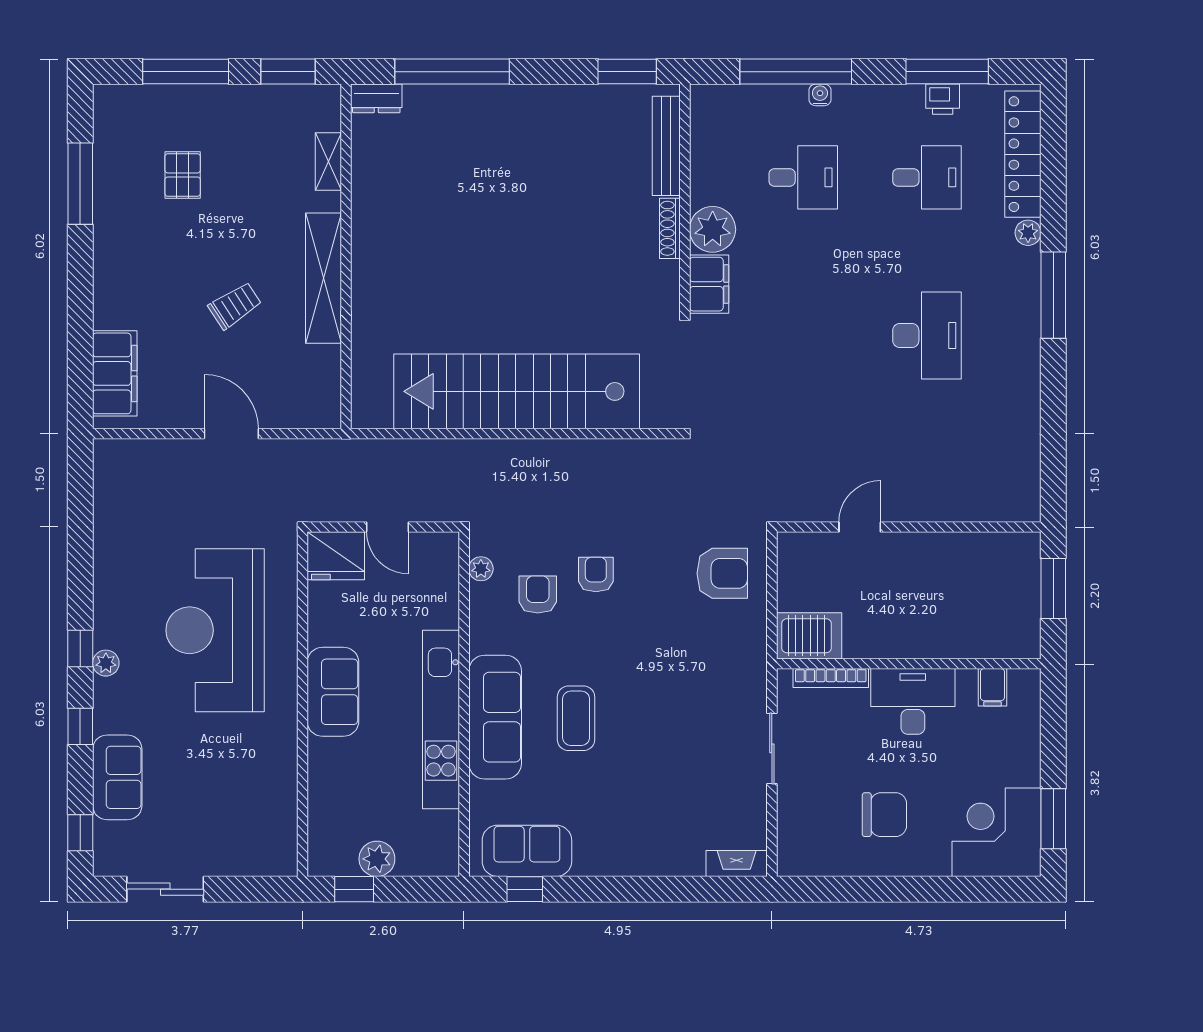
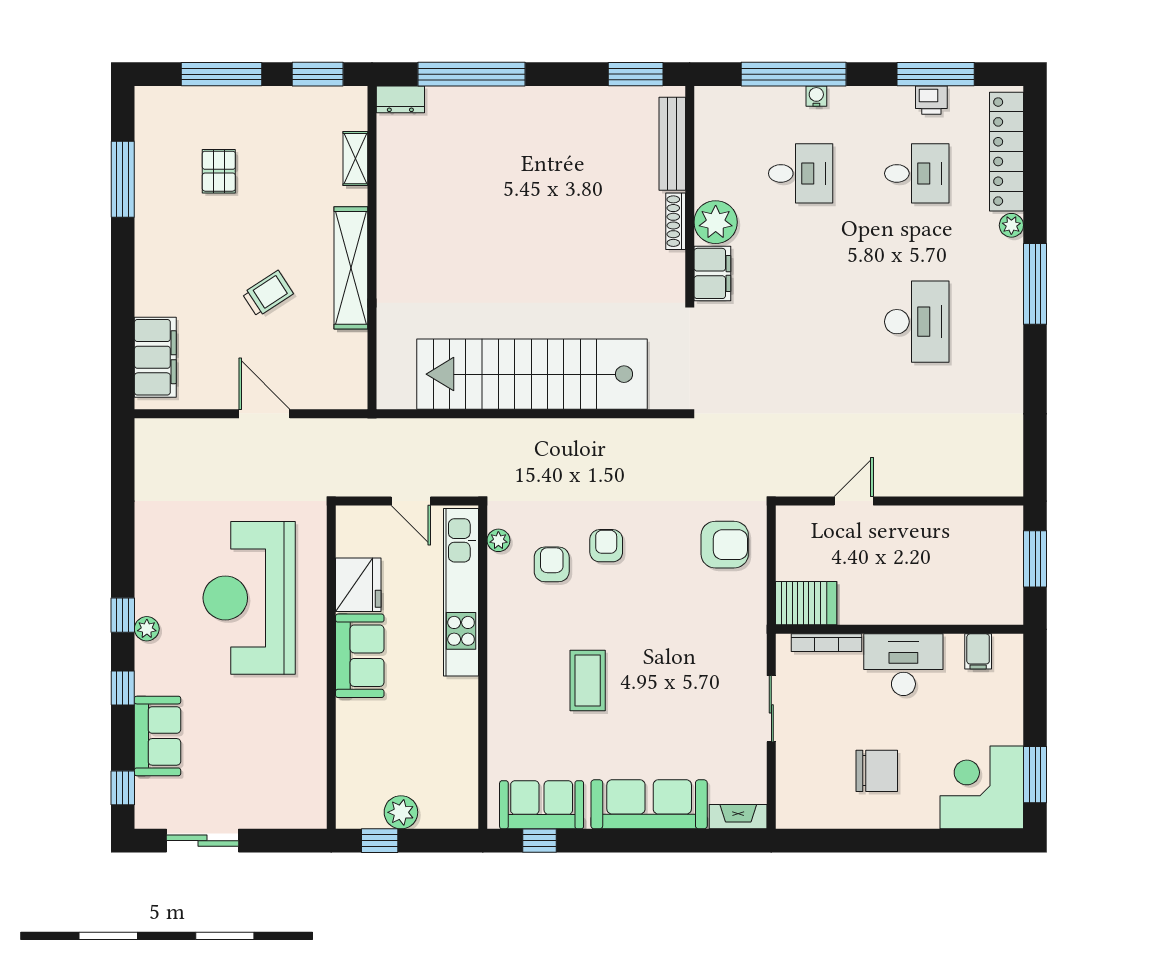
fridge: (336, 556) -> (358, 585), moved, turned -90
sofa: (495, 717) -> (649, 804), moved, turned -90
kitchen unit: (441, 720) -> (461, 592), moved

